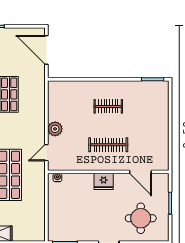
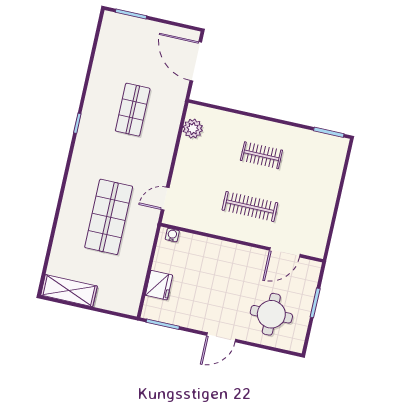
plant: (55, 129) -> (193, 129), moved
door: (140, 172) -> (285, 252), hinge flipped
fridge: (104, 181) -> (159, 285), moved, turned -90

